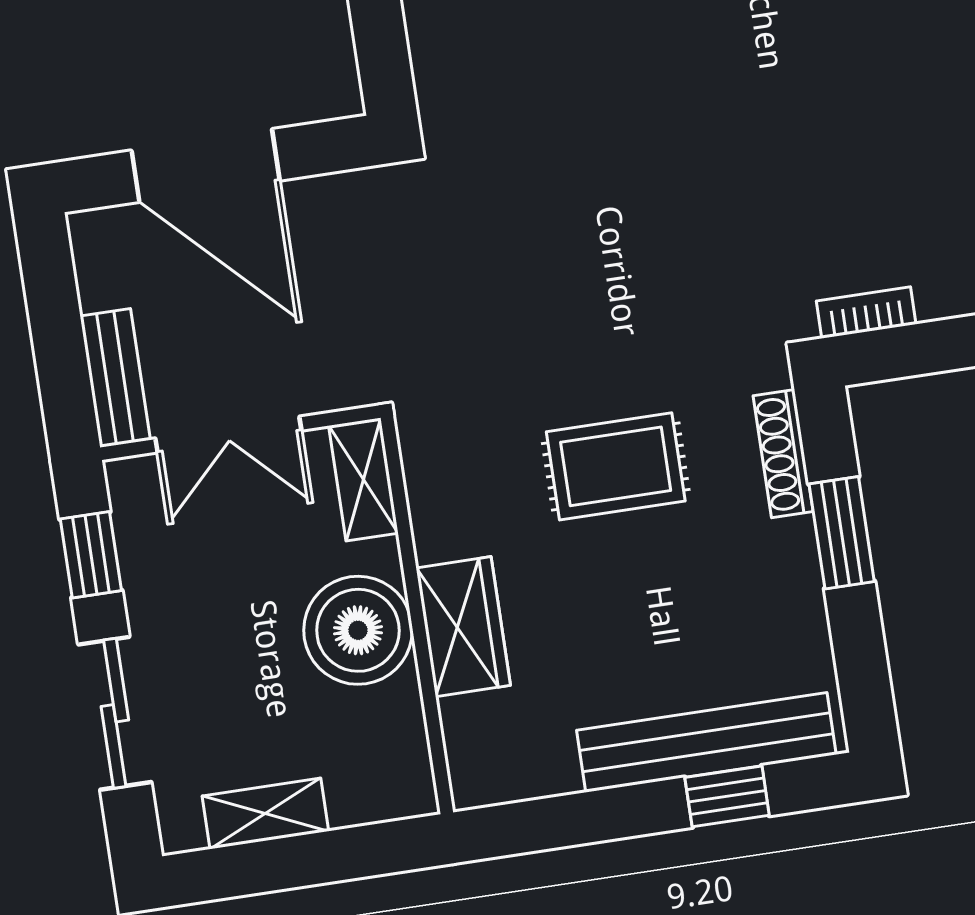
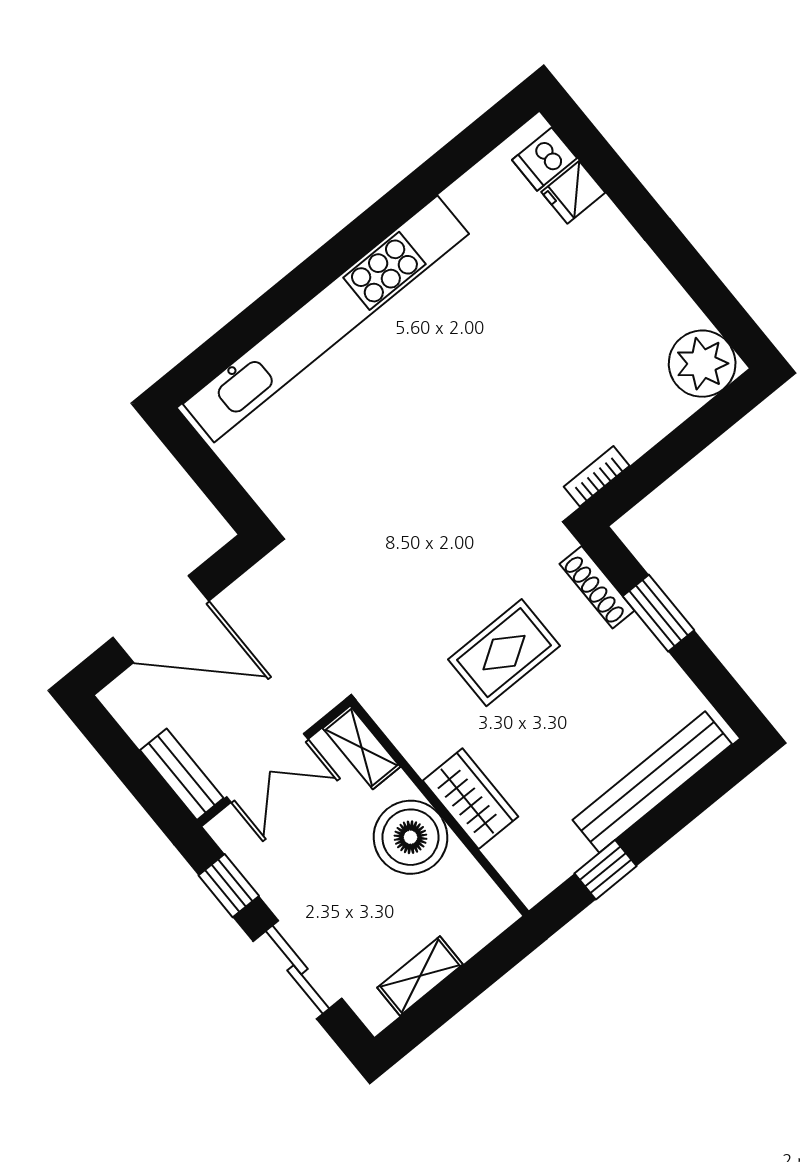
window: (727, 796) -> (606, 870), moved

